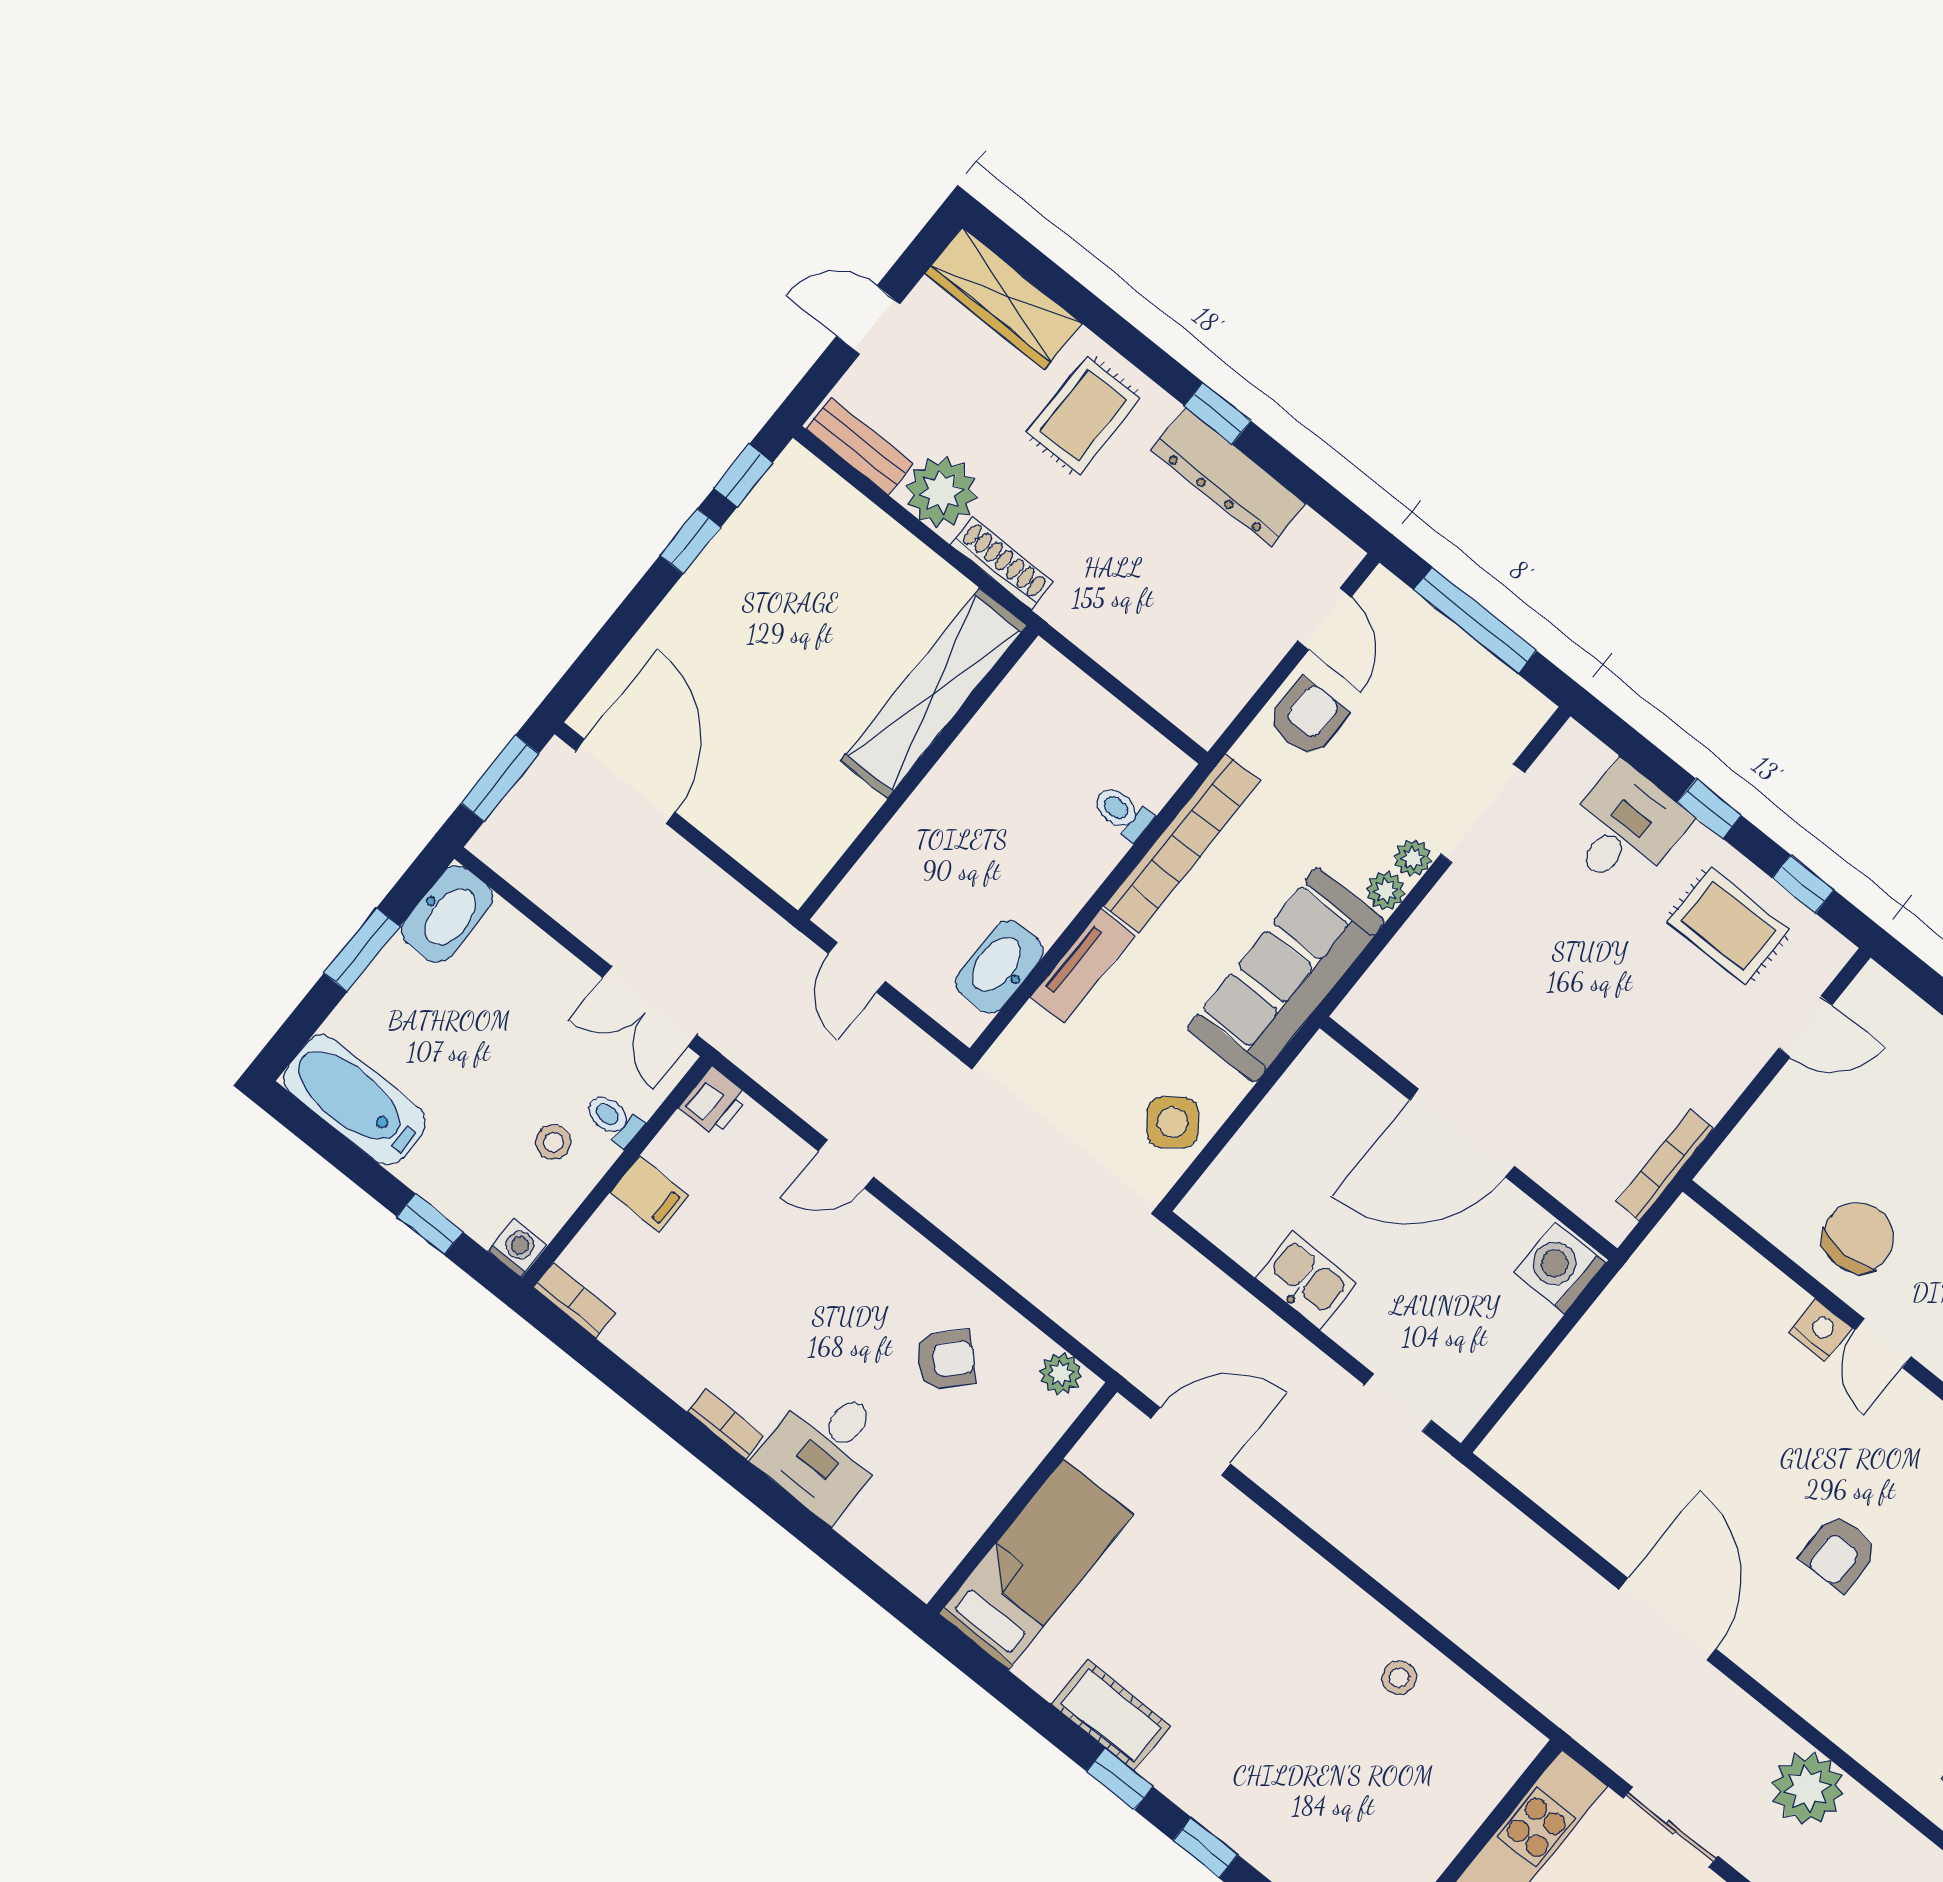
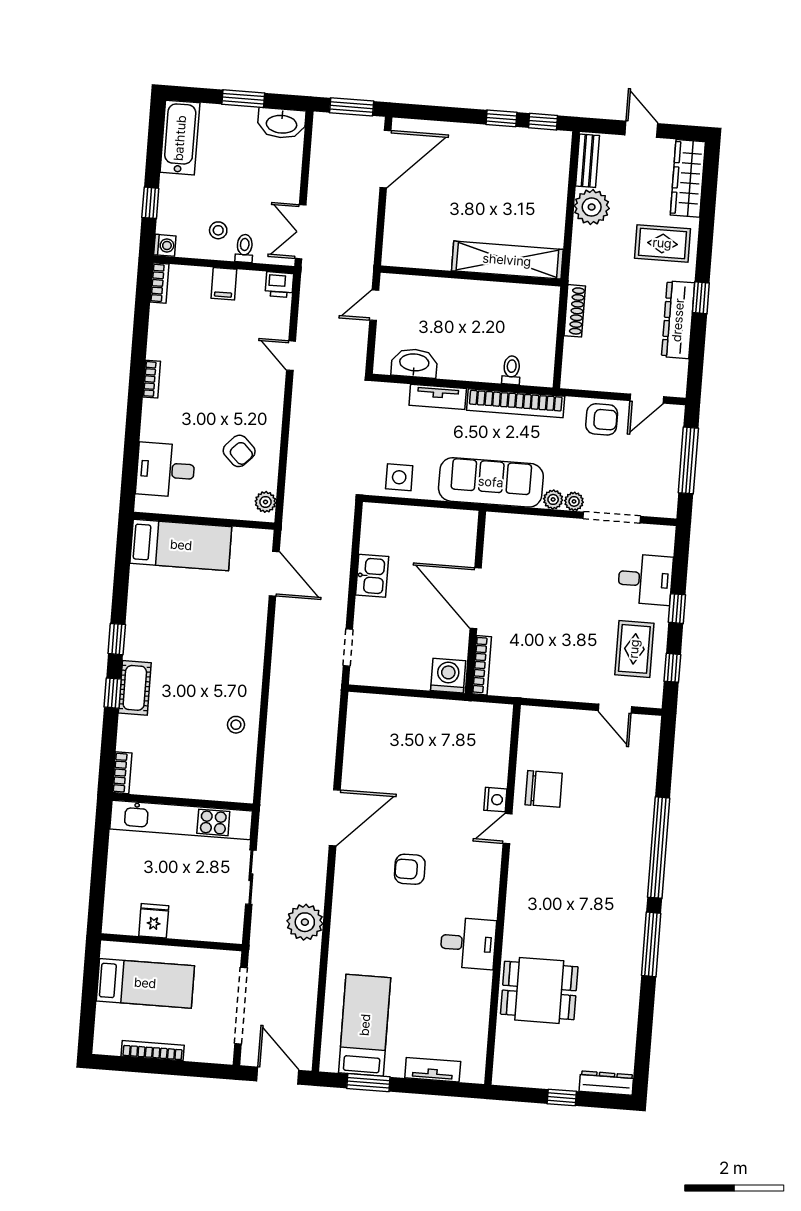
shoe rack: (1002, 564) -> (575, 311), moved
side table: (1173, 1122) -> (399, 477), turned 38
bookcase: (1665, 1165) -> (482, 665), moved, turned 90
desk: (826, 1450) -> (165, 470), moved
cot: (1111, 1715) -> (135, 688), moved

